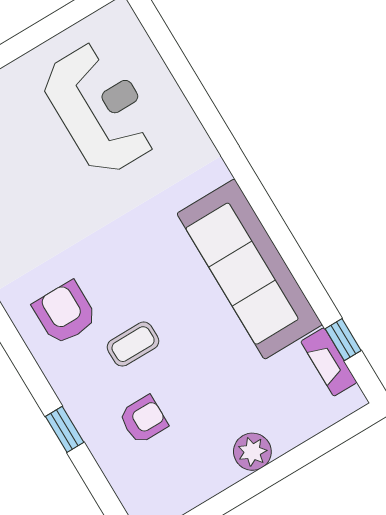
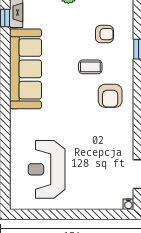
armchair: (143, 420) -> (104, 34), turned 180

